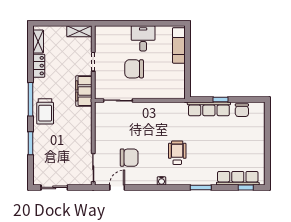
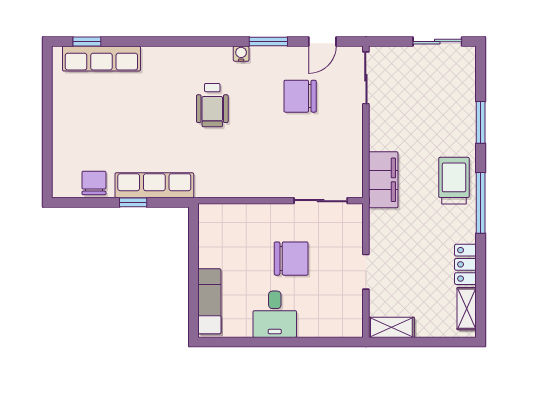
filing cabinet: (84, 91) -> (383, 180), moved
window: (201, 187) -> (268, 42), moved

